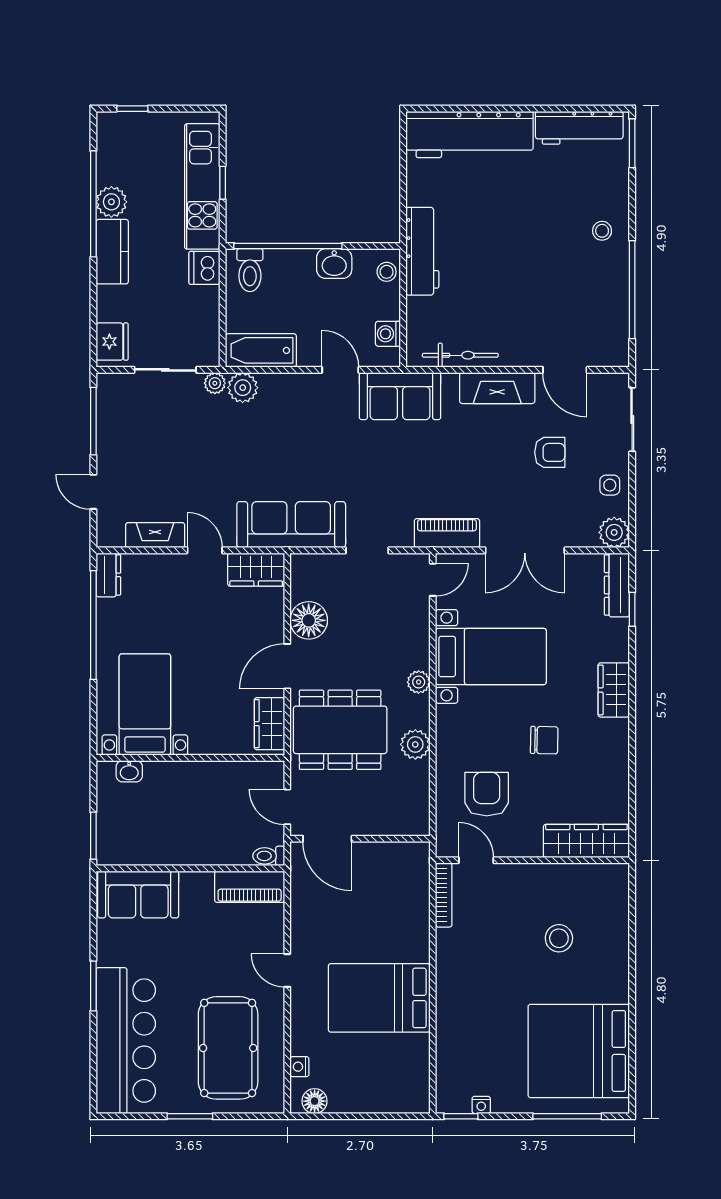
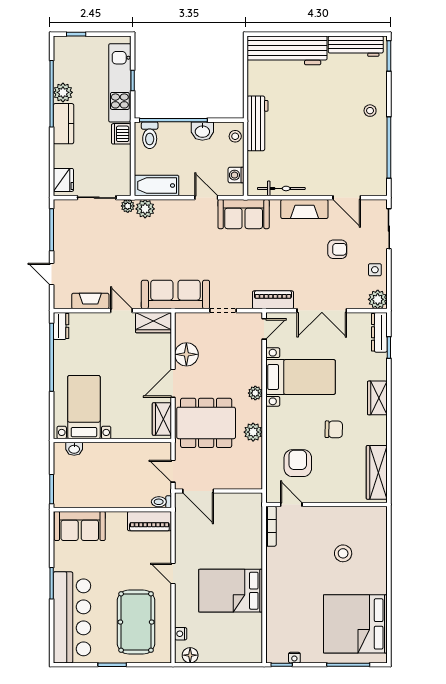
wardrobe: (586, 841) -> (377, 472), moved, turned -90

